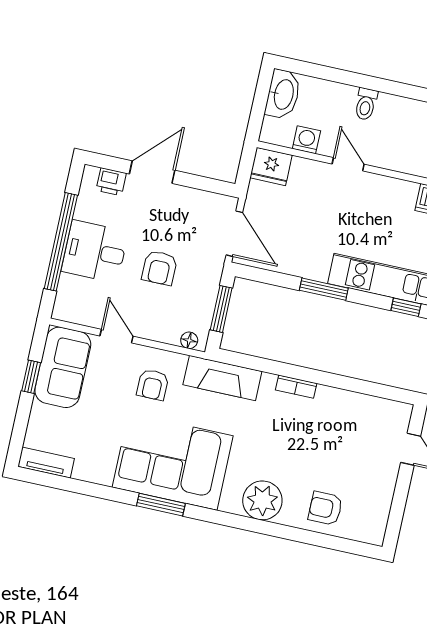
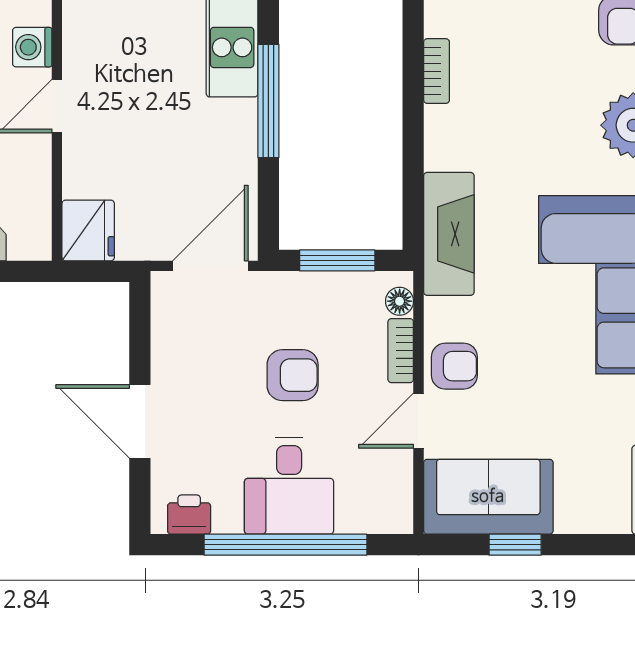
washing machine: (306, 140) -> (32, 47), moved
printer: (111, 182) -> (189, 515), moved, turned -90
window: (324, 289) -> (268, 101), width x1.44
bookcase: (160, 335) -> (401, 351), added
armchair: (153, 385) -> (454, 366), moved
bookcase: (296, 387) -> (437, 71), moved

